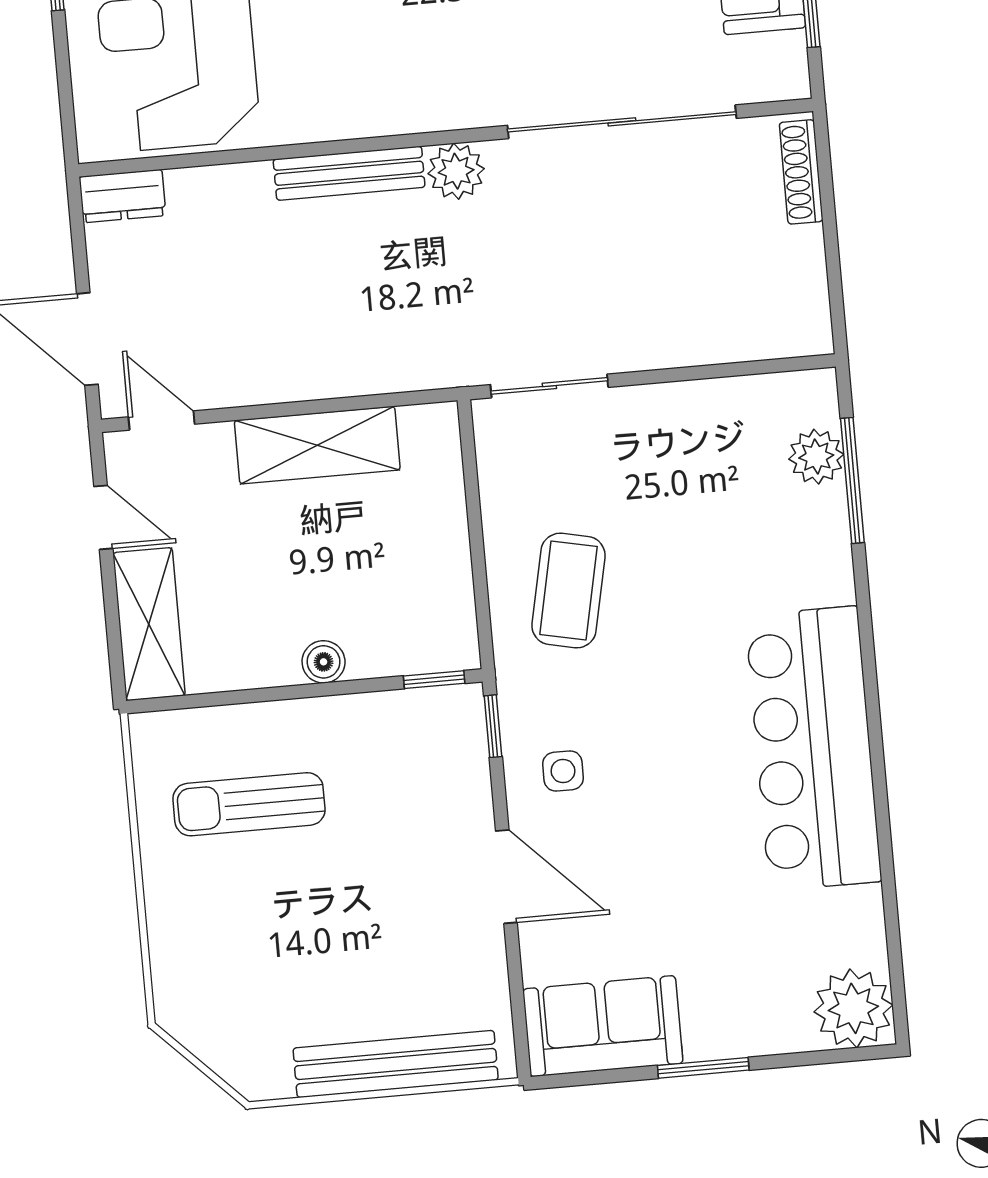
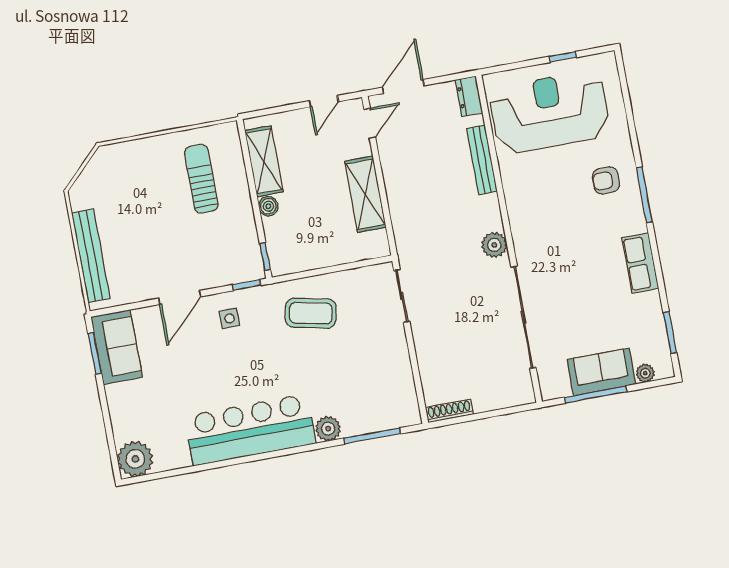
shoe rack: (801, 172) -> (449, 411), moved
bench: (349, 173) -> (482, 160), moved
plant: (816, 457) -> (328, 429), moved
shelving: (149, 624) -> (264, 161), moved, turned 90
window: (703, 1068) -> (95, 353), moved

